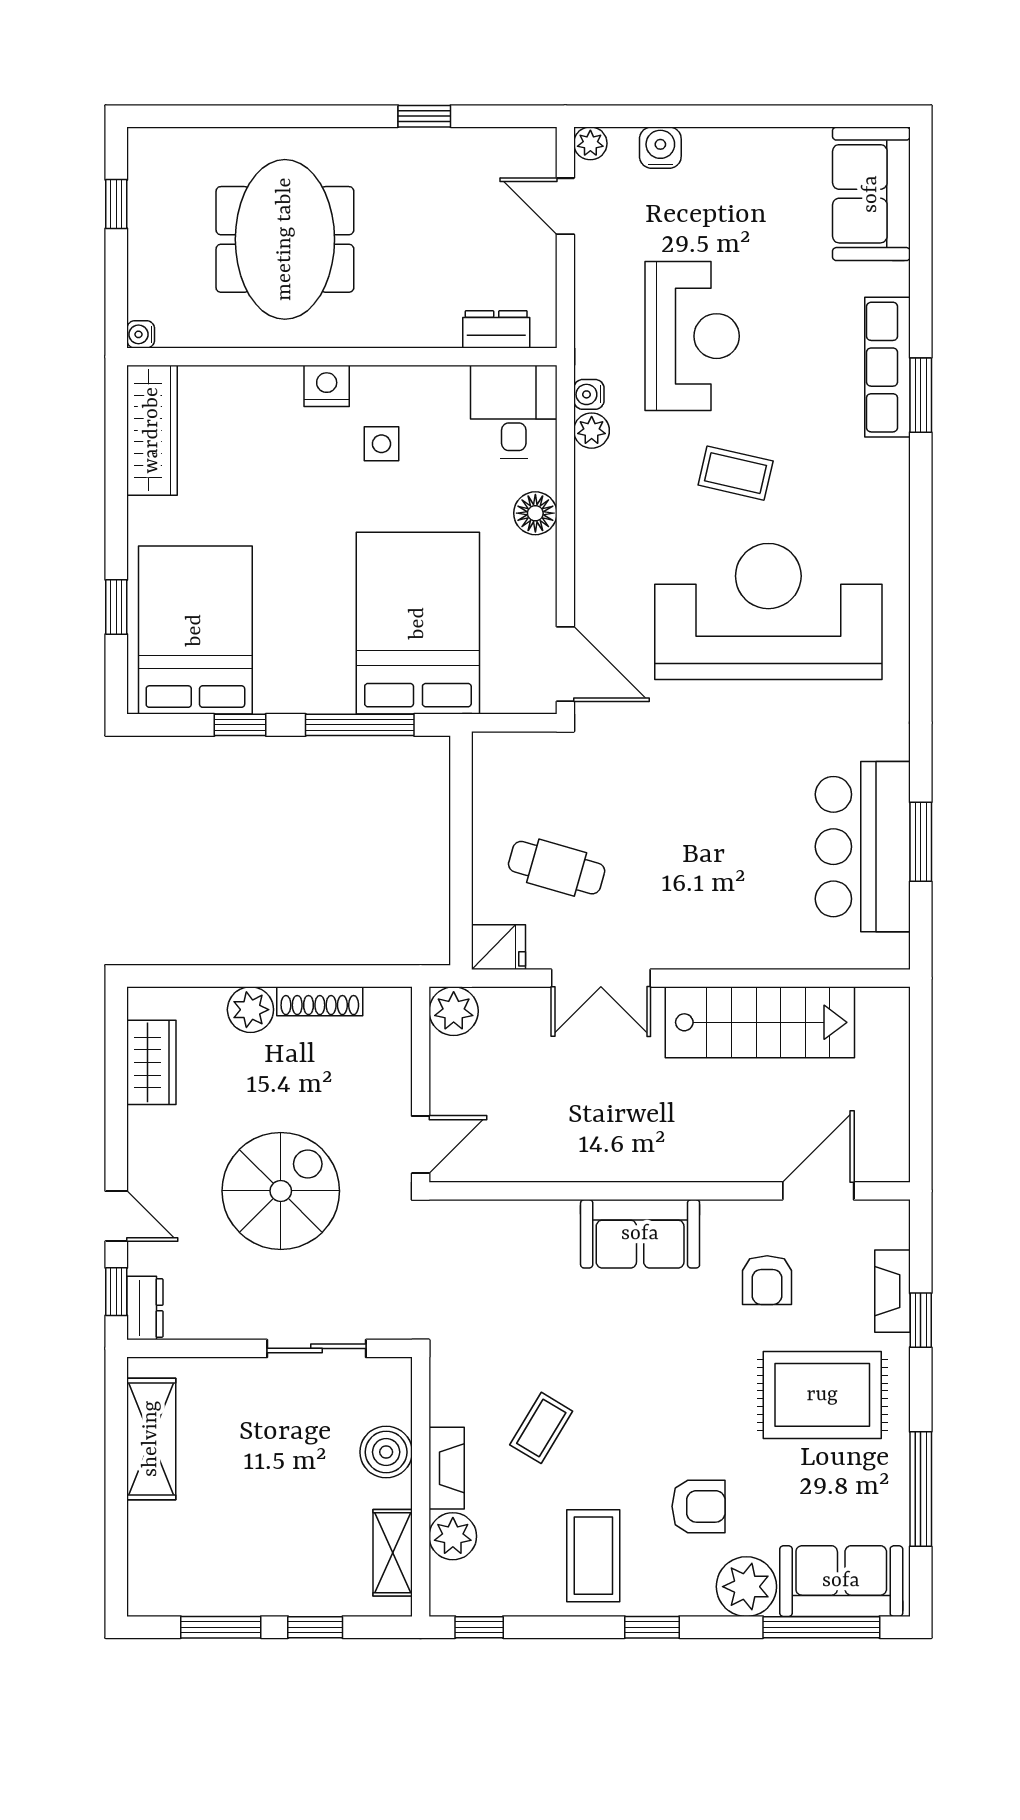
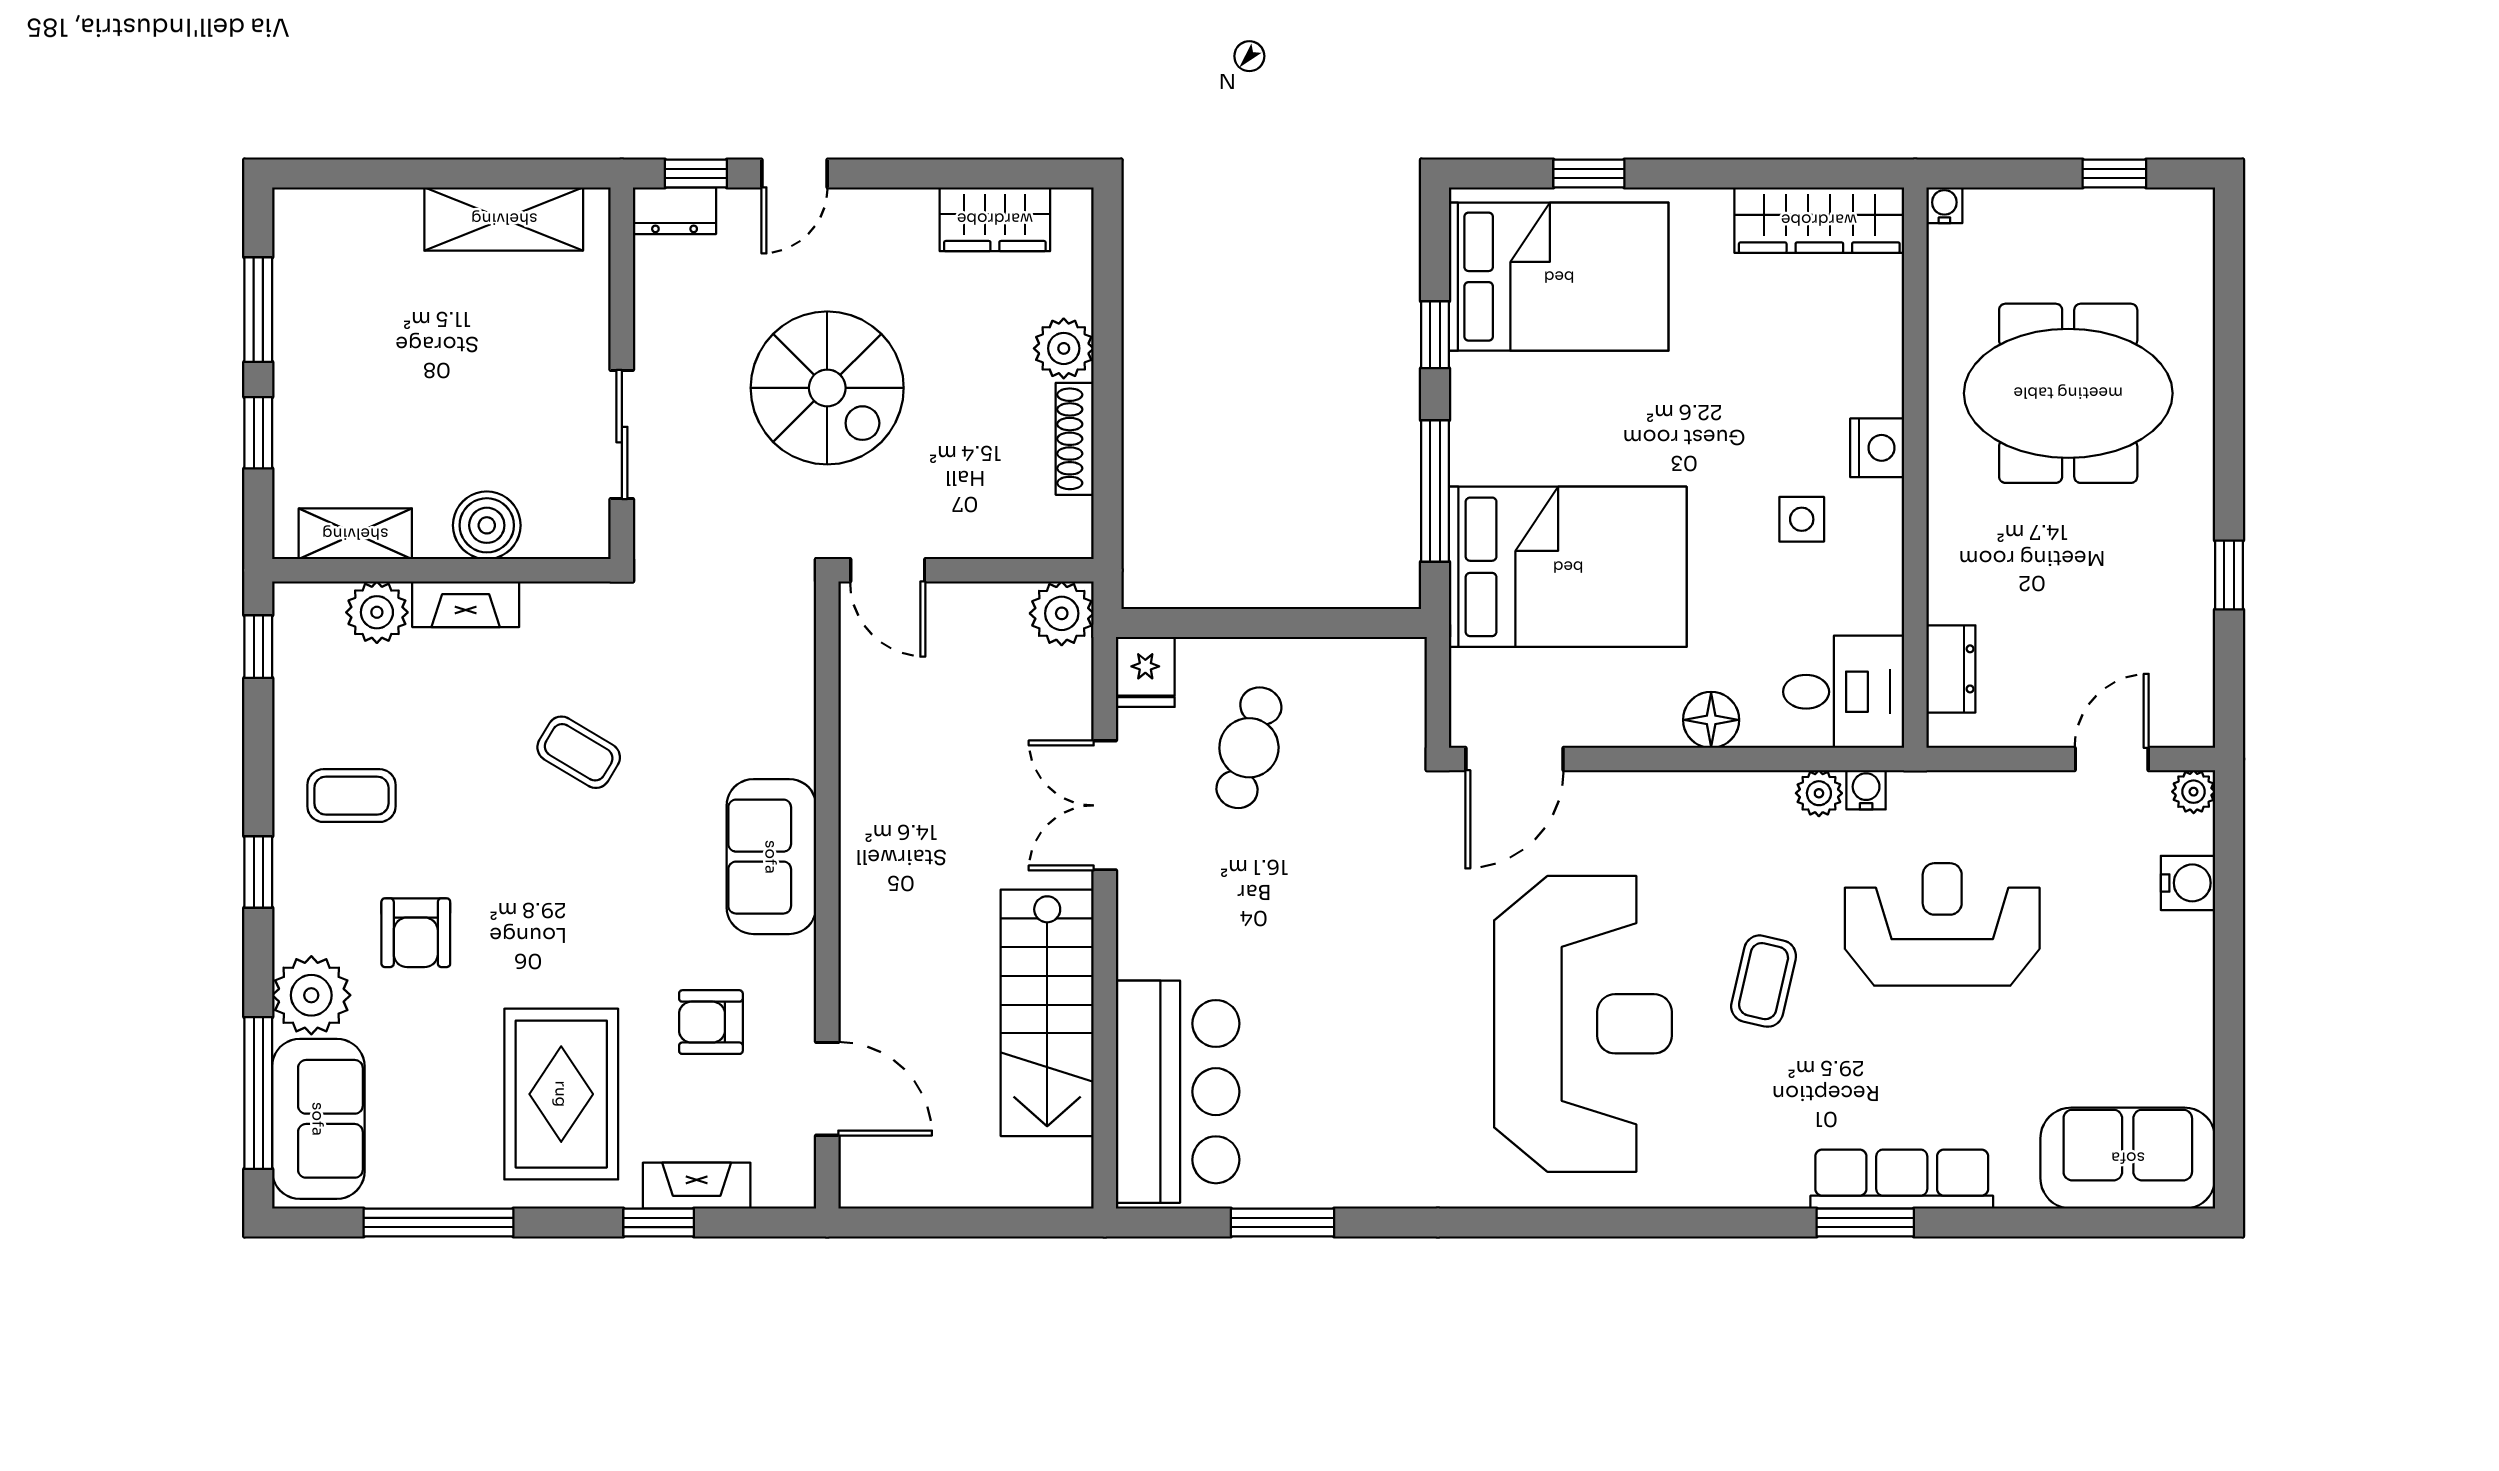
reception desk: (692, 336) -> (1942, 924), turned 180
bar counter: (863, 847) -> (1178, 1092), moved, turned 90
coffee table: (541, 1428) -> (579, 752), moved
coffee table: (593, 1556) -> (351, 796), width x0.73, depth x0.77

